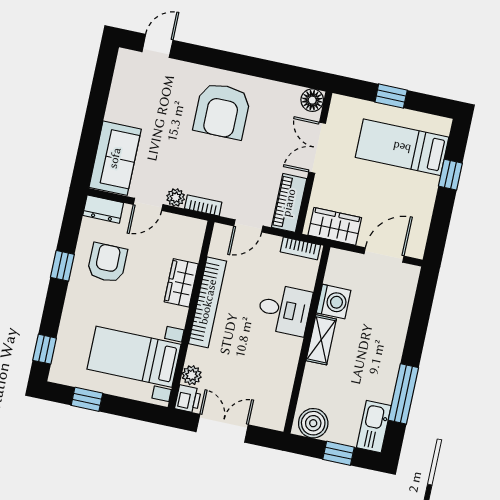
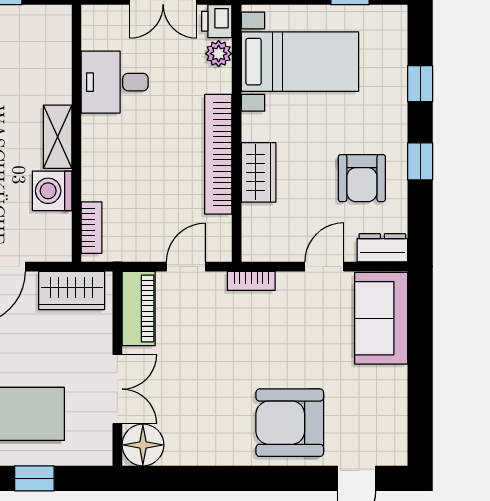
floor lamp: (312, 100) -> (143, 445), width x1.38, depth x1.38
armchair: (222, 111) -> (290, 423), moved, turned -90
plant: (176, 197) -> (290, 284), removed
bookcase: (300, 248) -> (92, 228), moved, turned 90
desk: (284, 310) -> (115, 82), moved
window: (45, 349) -> (420, 84), moved
boiler: (313, 423) -> (45, 25), removed

